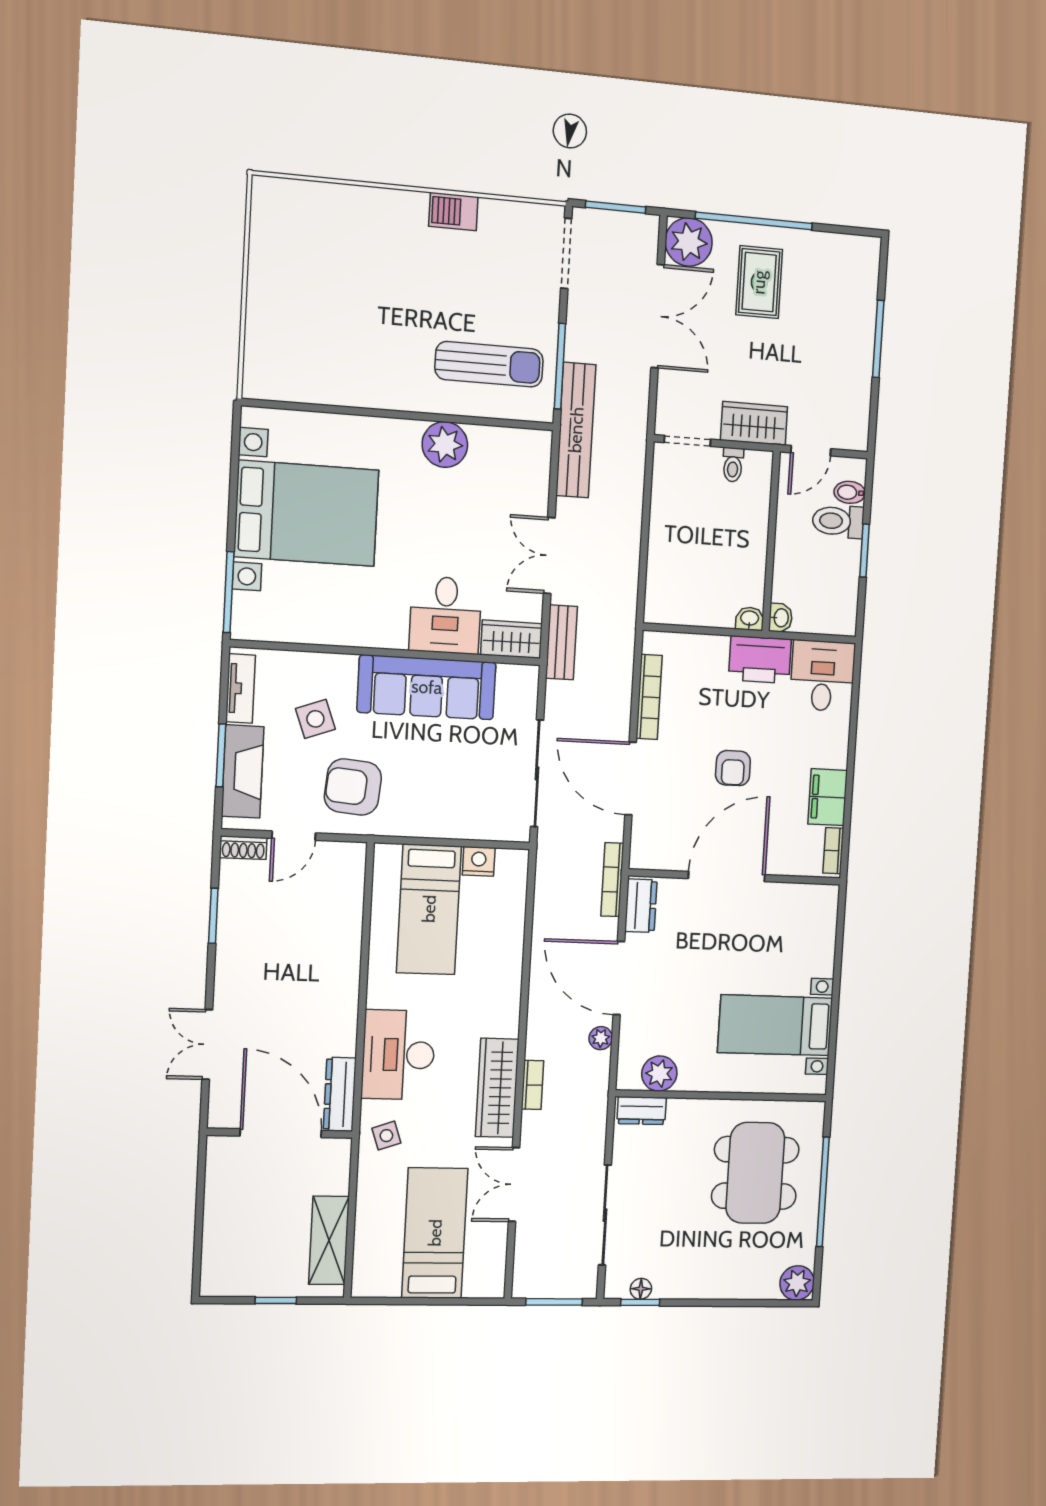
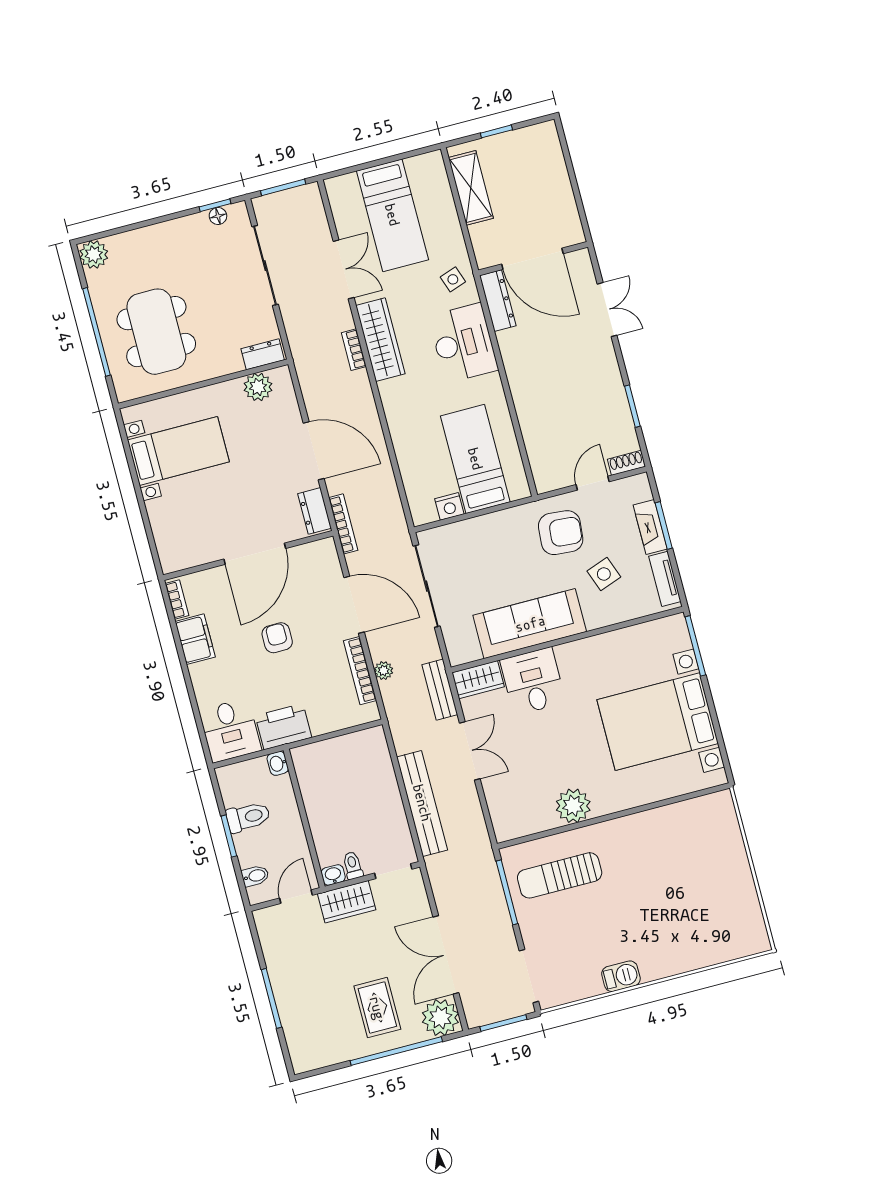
bench: (576, 430) -> (422, 803), moved
toilet: (838, 521) -> (248, 817), moved
washbasin: (750, 619) -> (333, 875), moved, turned 180
fireplace: (243, 771) -> (650, 527), width x0.73, depth x0.76
plant: (601, 1038) -> (384, 671), moved

